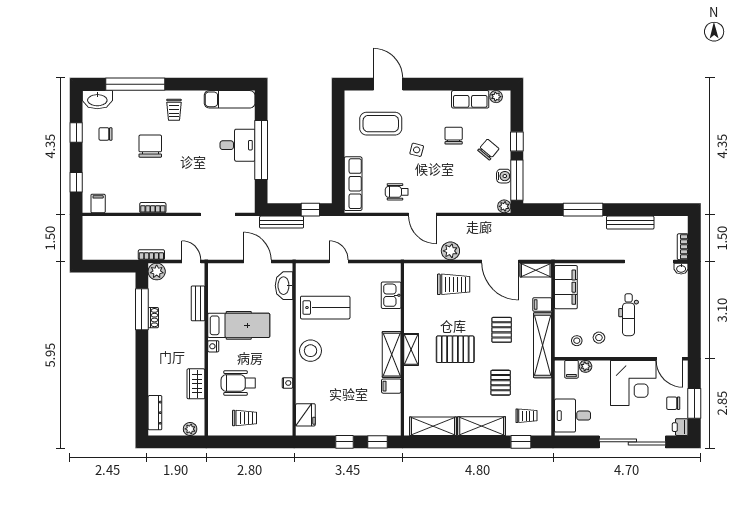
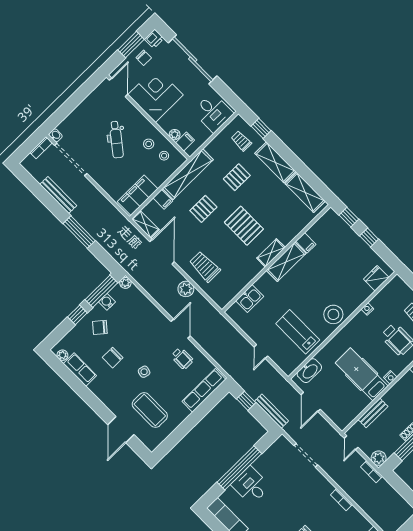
dental chair: (629, 315) -> (116, 140), turned 128

